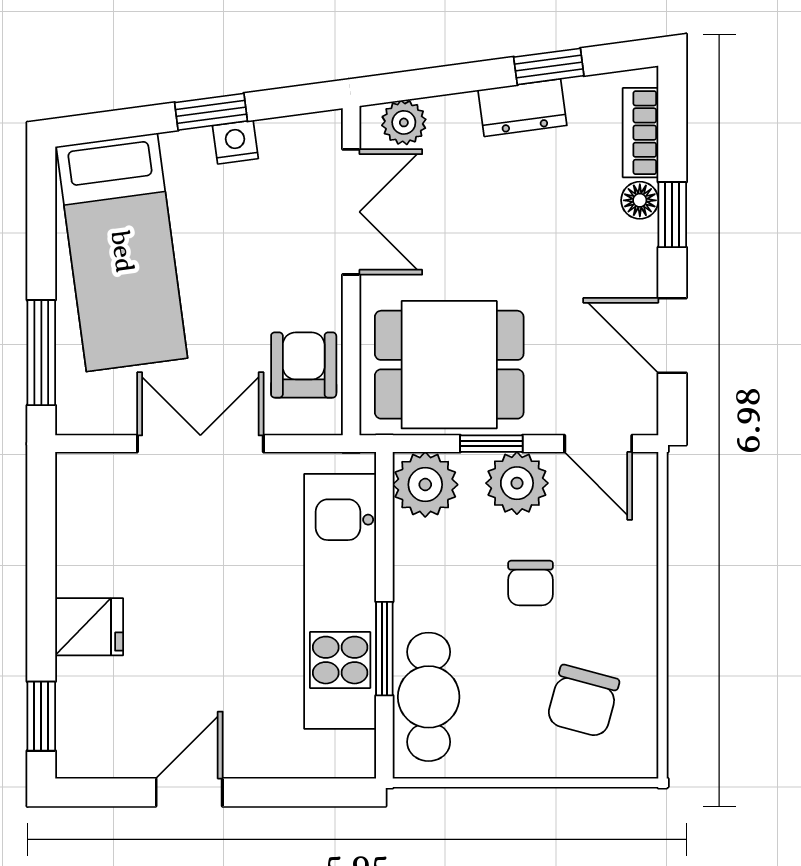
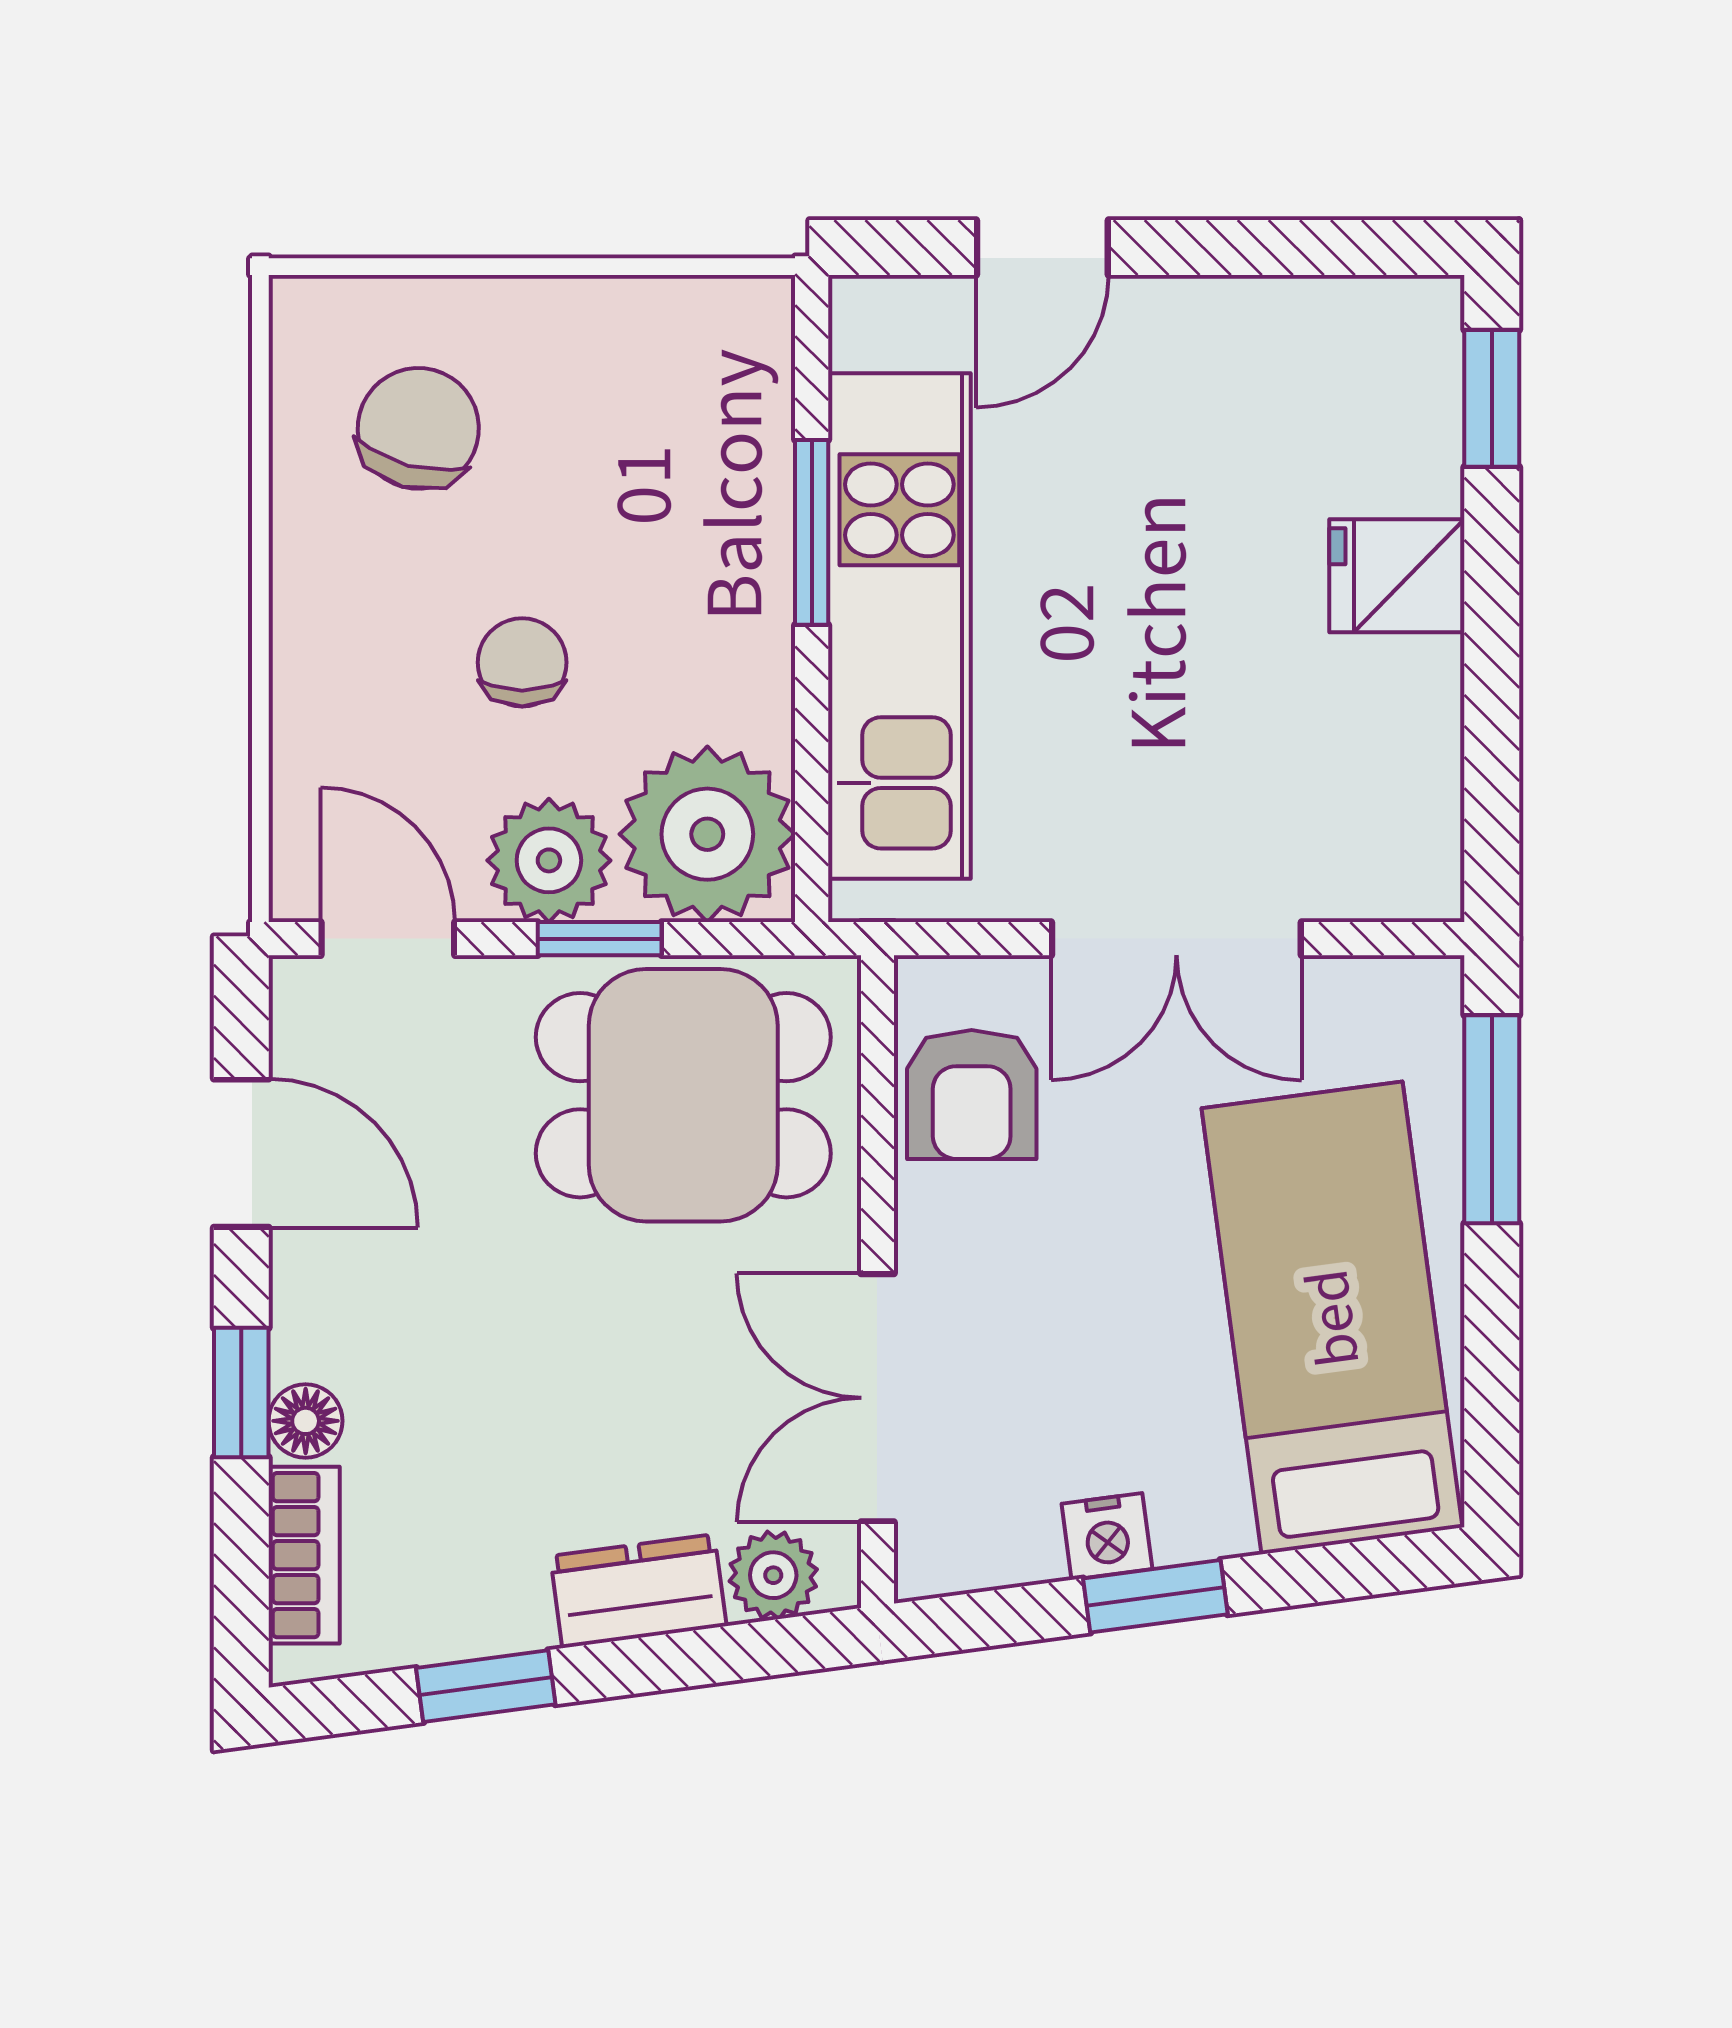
dresser: (522, 108) -> (638, 1591), moved
plant: (425, 485) -> (707, 834), width x1.36, depth x1.36
cafe table: (429, 697) -> (724, 437), removed
door: (189, 792) -> (1042, 247), moved

